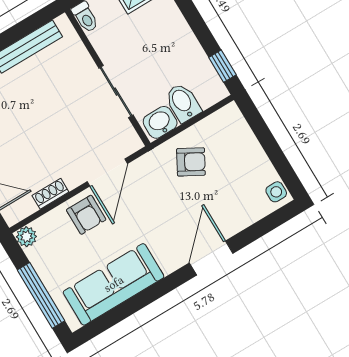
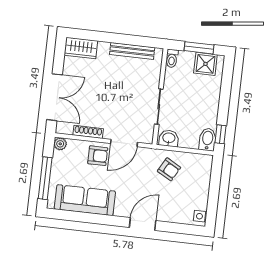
bidet: (183, 103) -> (208, 140), moved
shoe rack: (50, 194) -> (88, 132), width x1.43
armchair: (86, 215) -> (98, 156), turned -90

